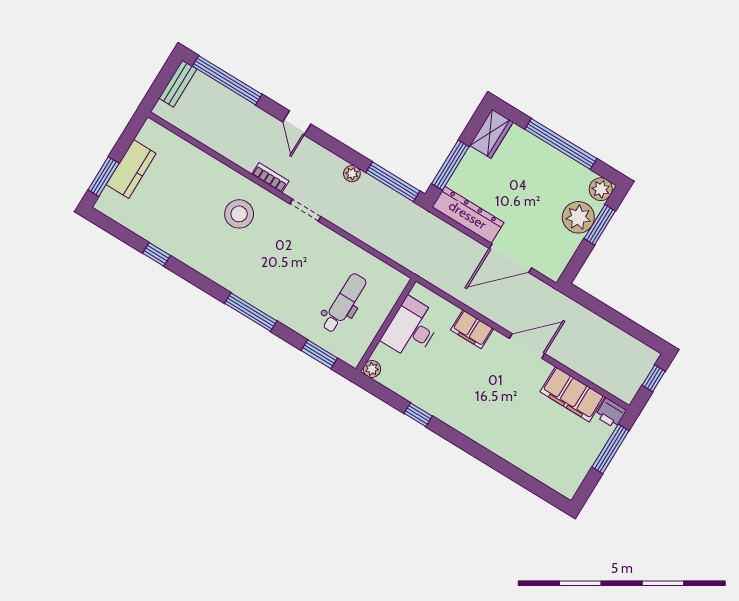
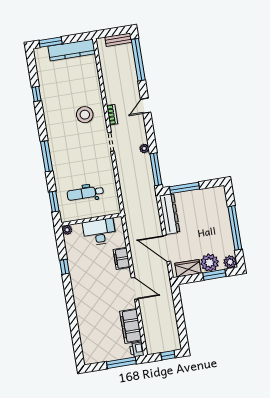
wardrobe: (491, 134) -> (188, 268), moved, turned 180
kitchen counter: (131, 169) -> (72, 50), width x1.50
dental chair: (344, 303) -> (85, 193), turned 180

